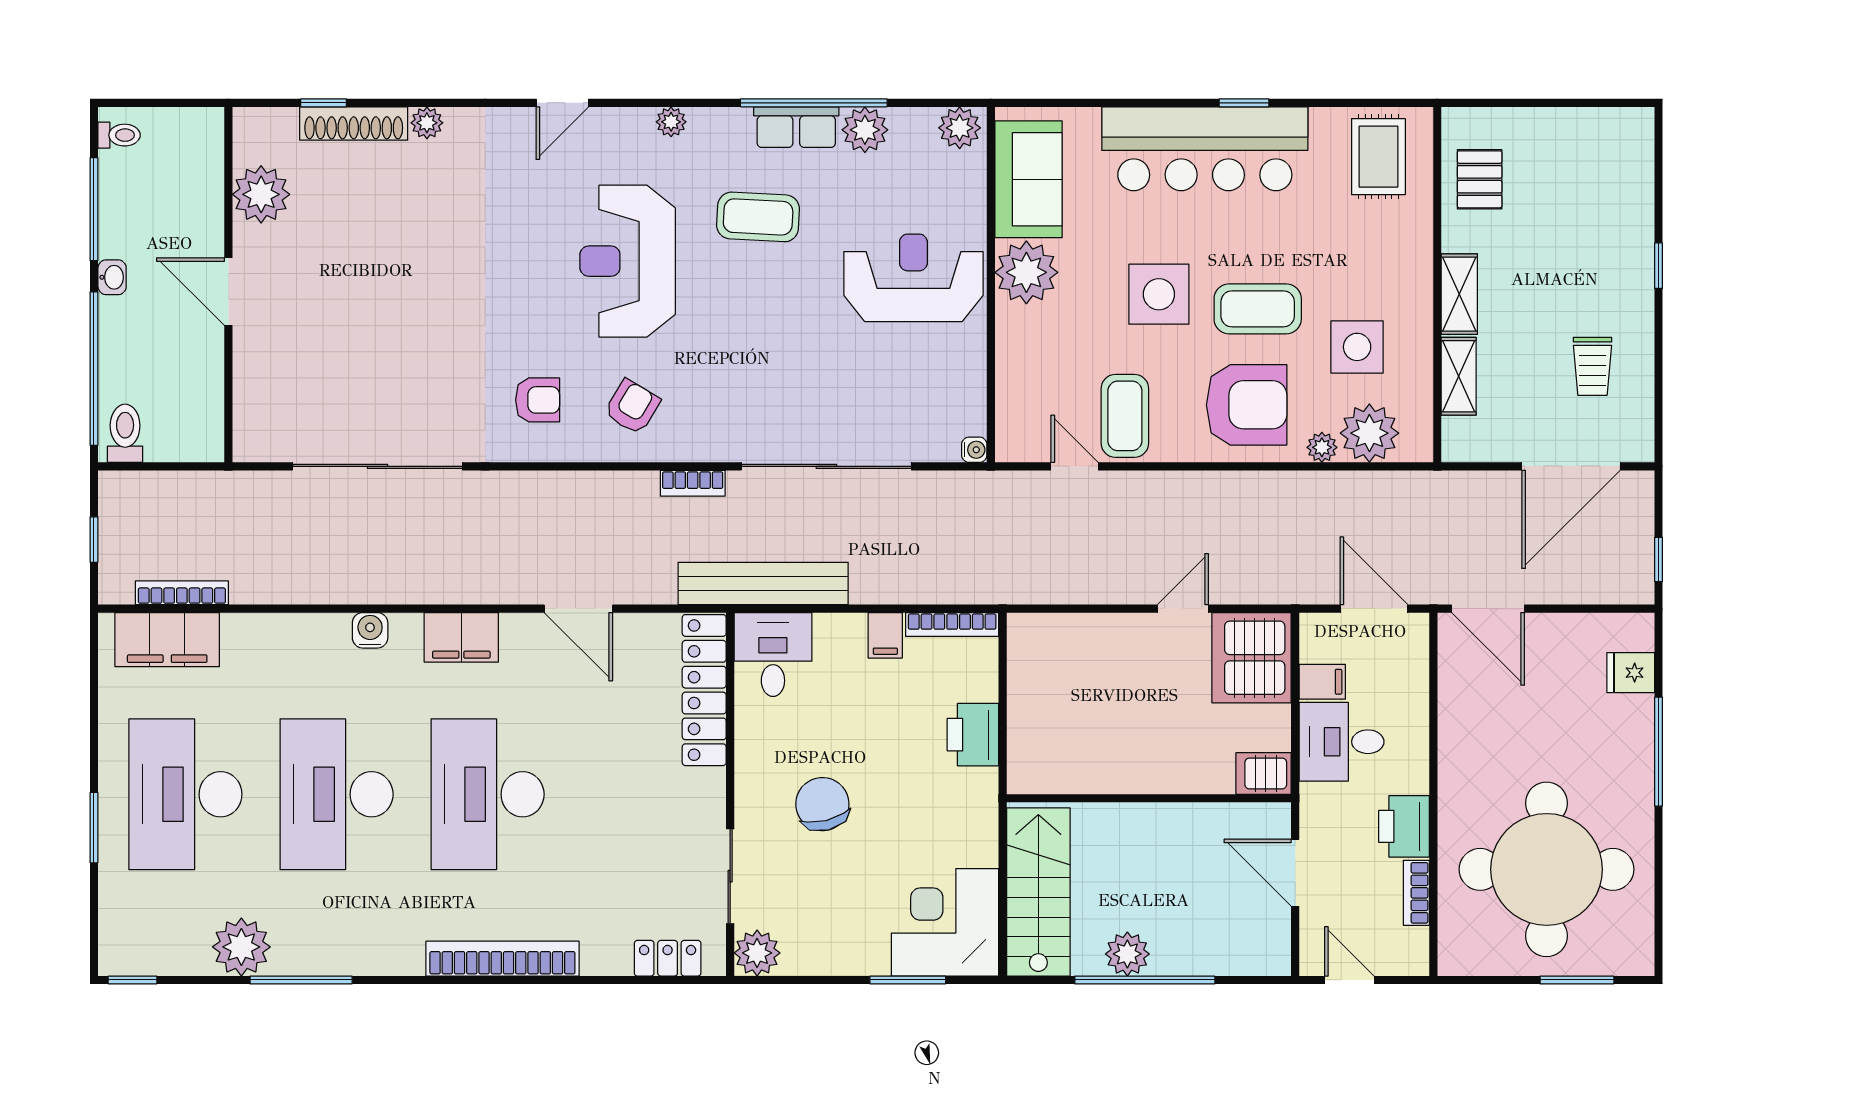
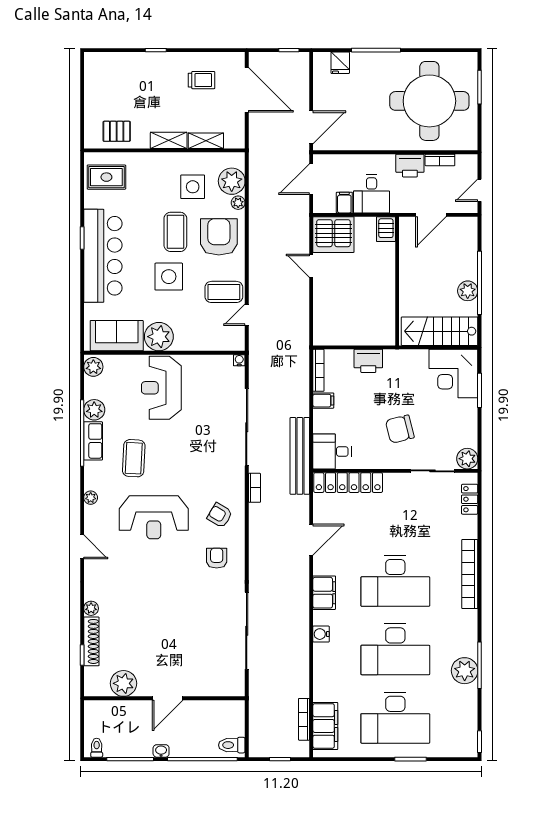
plant: (241, 947) -> (465, 671), moved

